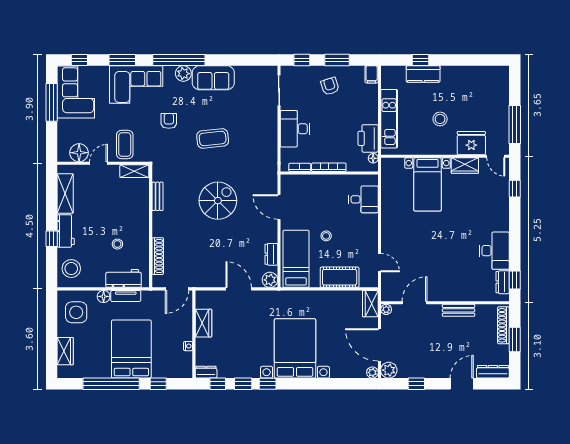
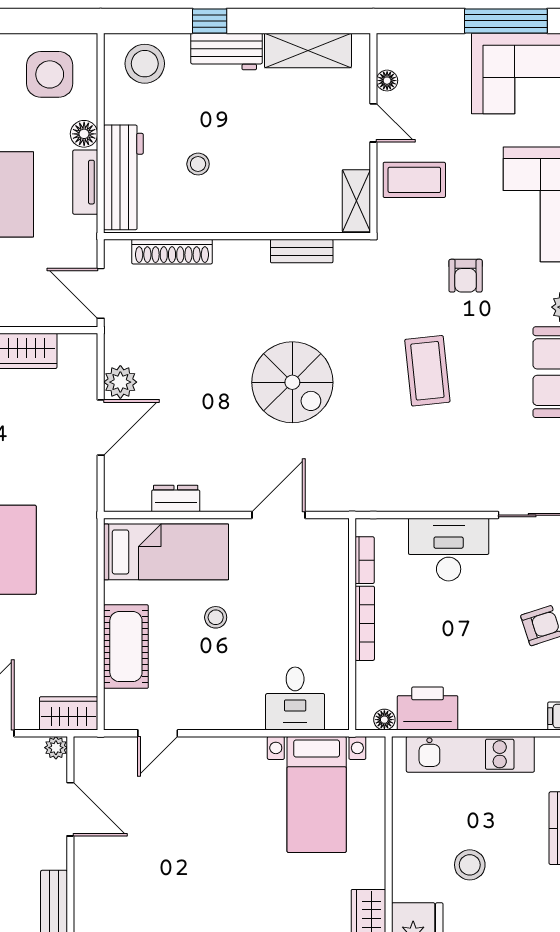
armchair: (169, 121) -> (466, 276), turned 90
floor lamp: (79, 153) -> (387, 81), width x0.53, depth x0.53
bed with nightstands: (428, 184) -> (317, 794), moved, turned -90
workbench: (124, 278) -> (123, 177), width x1.38
plant: (270, 280) -> (120, 382), moved

